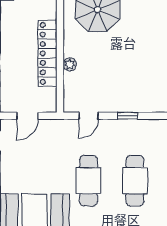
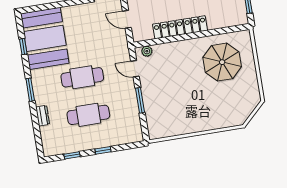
plant: (70, 64) -> (147, 51), moved
window: (127, 116) -> (140, 100), width x1.50

